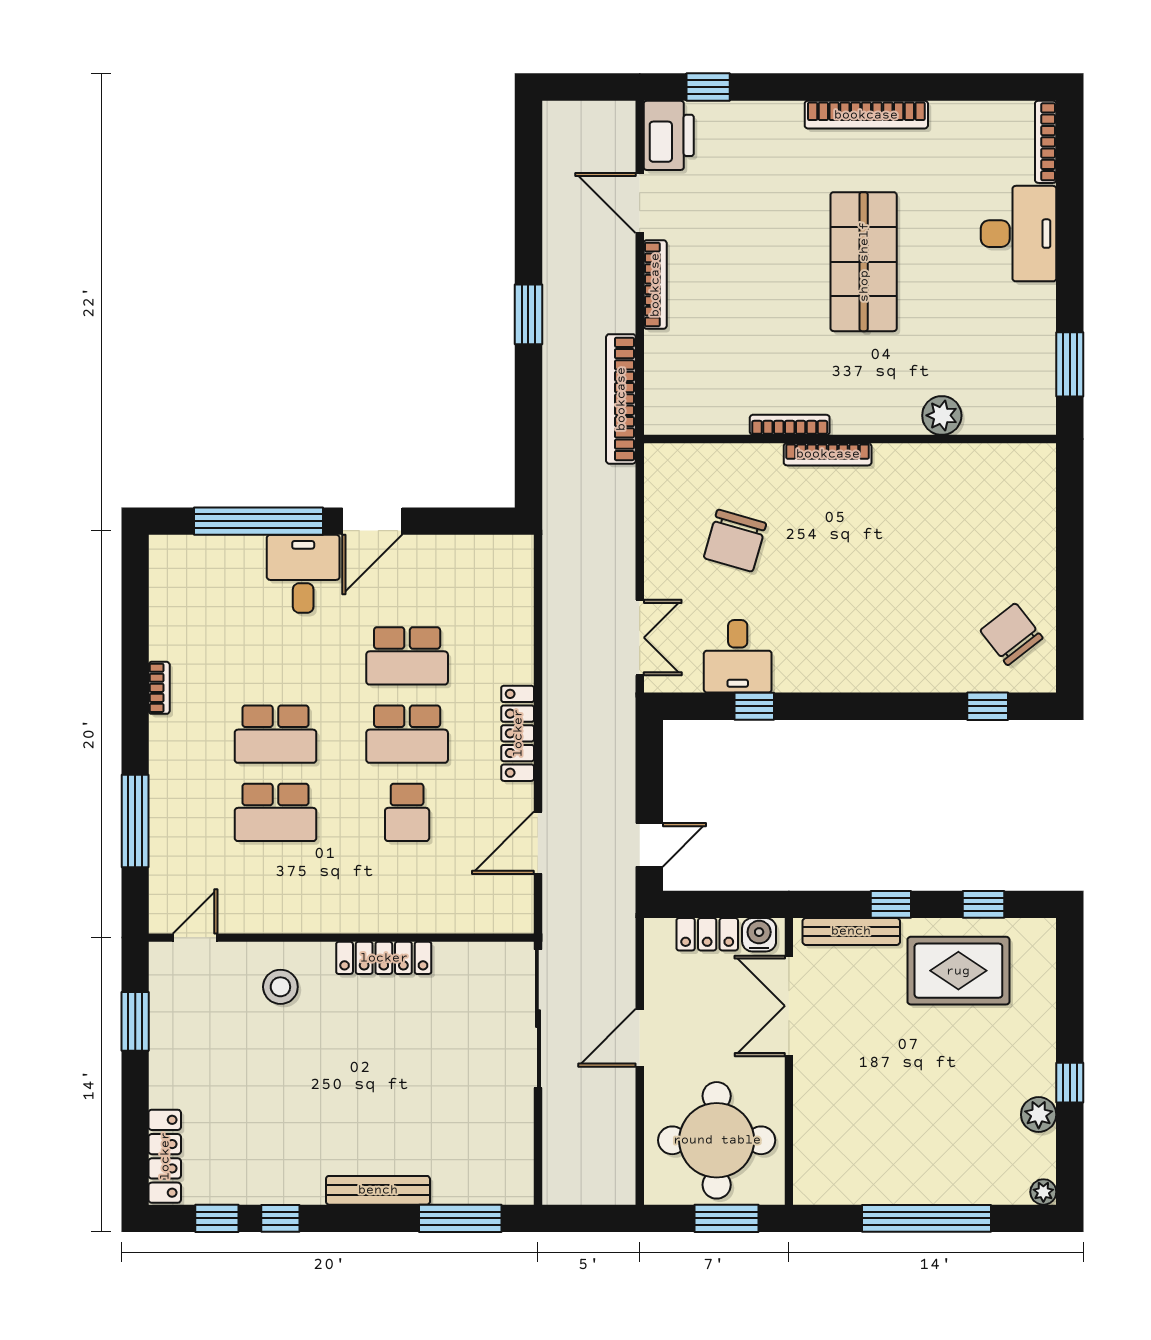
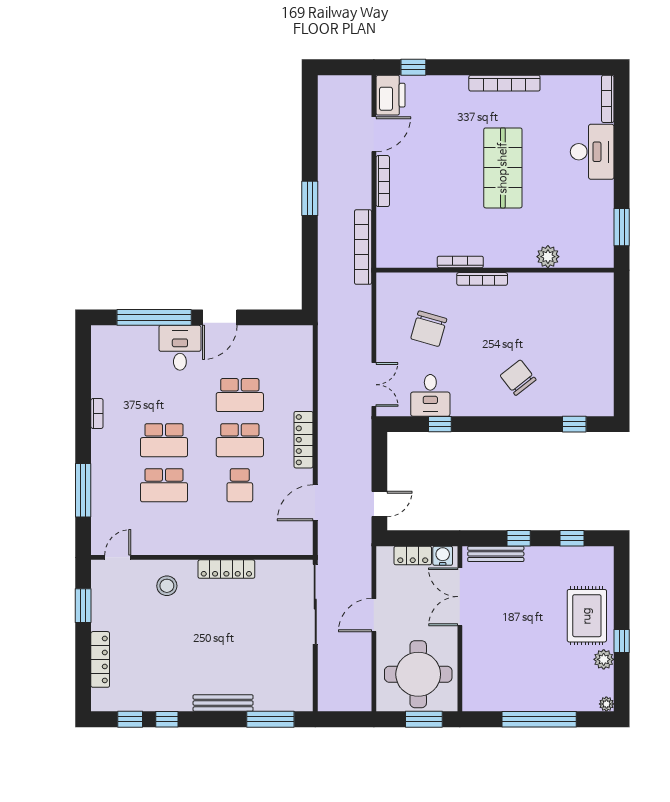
door: (640, 203) -> (374, 134), swing flipped
chair: (1011, 634) -> (518, 378), moved
rug: (958, 971) -> (587, 616), moved, turned 90
locker: (165, 1156) -> (100, 659), moved

